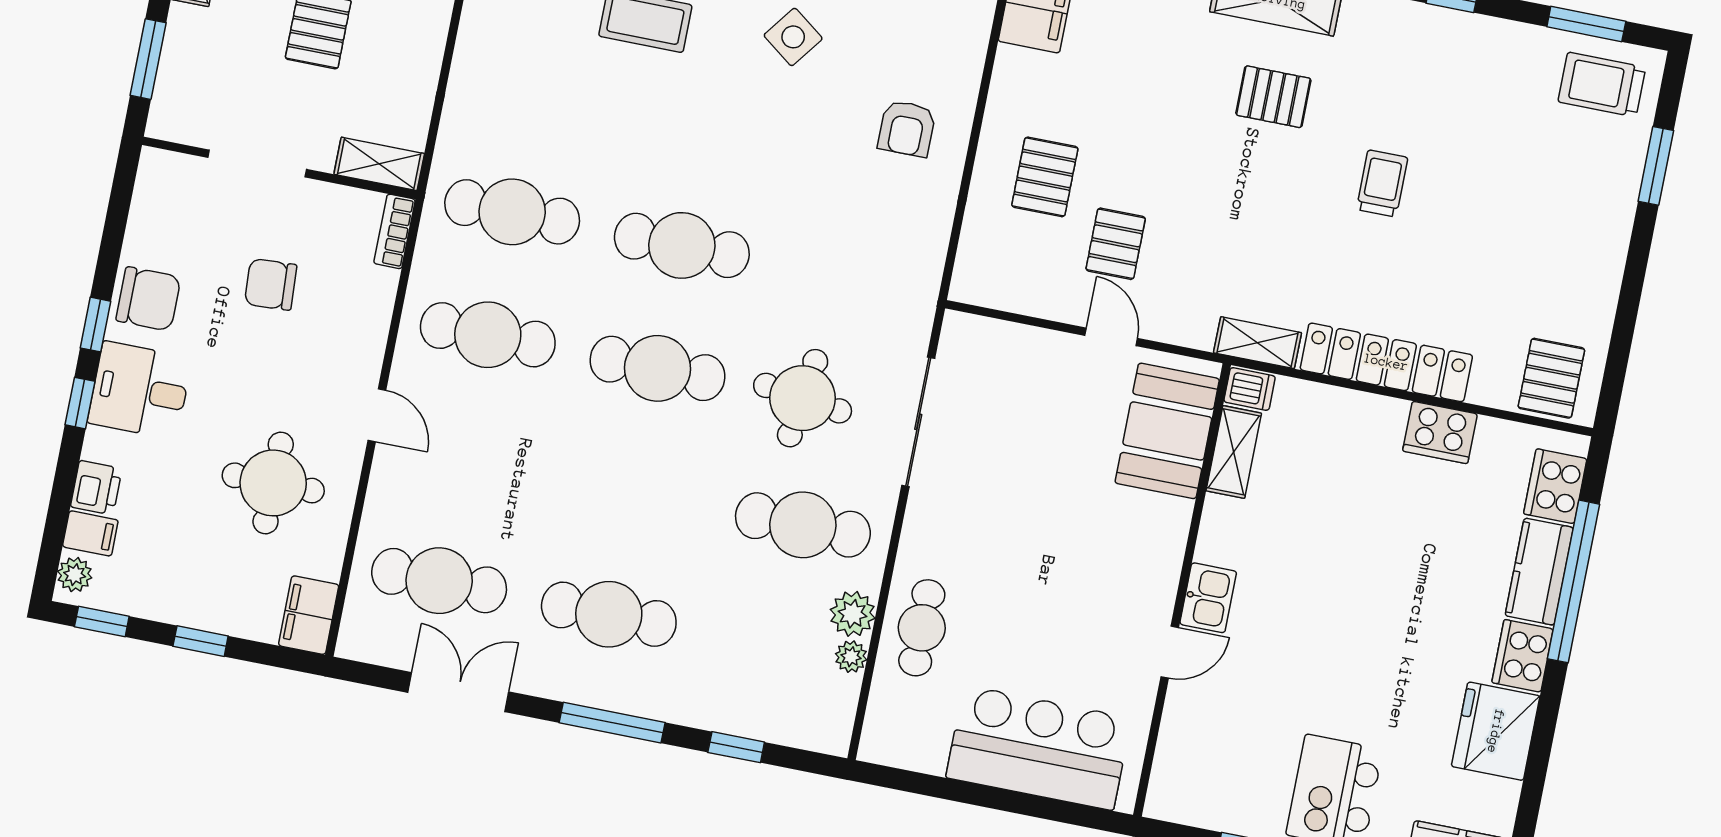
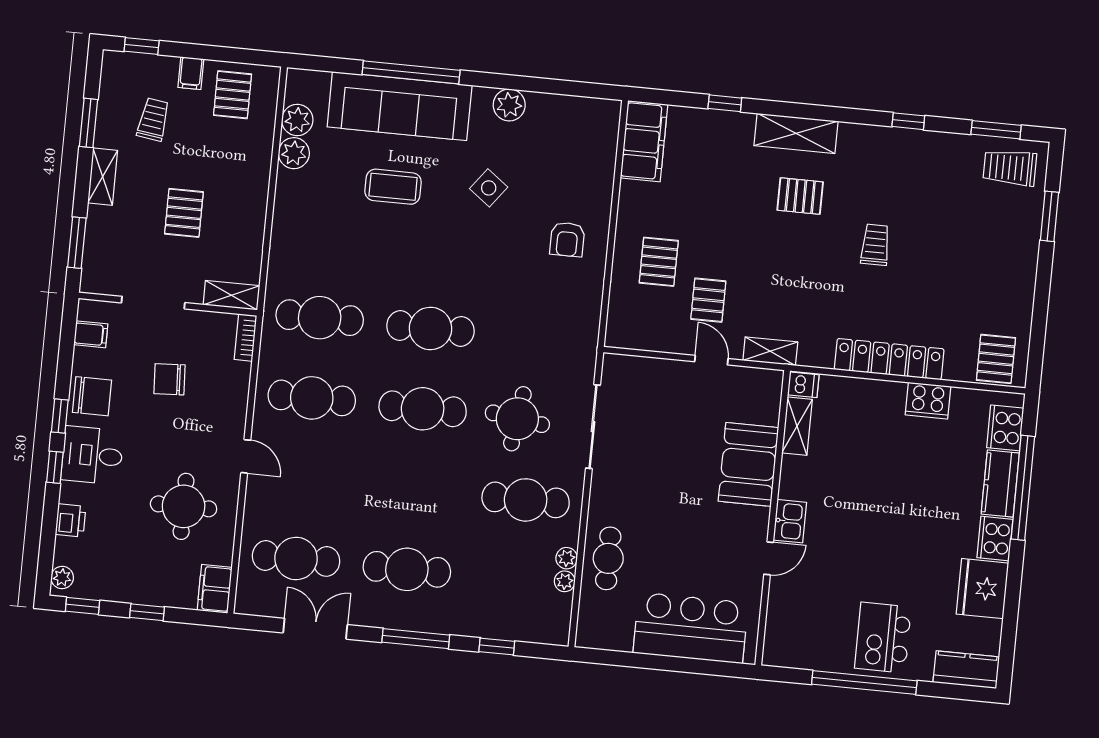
shelving: (1258, 343) -> (770, 351), moved
booth: (1167, 431) -> (748, 464), moved
filing cabinet: (90, 533) -> (91, 334), moved
plant: (853, 614) -> (567, 558), width x0.73, depth x0.73

